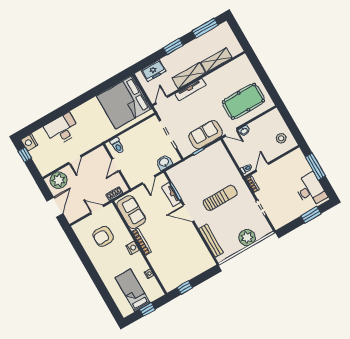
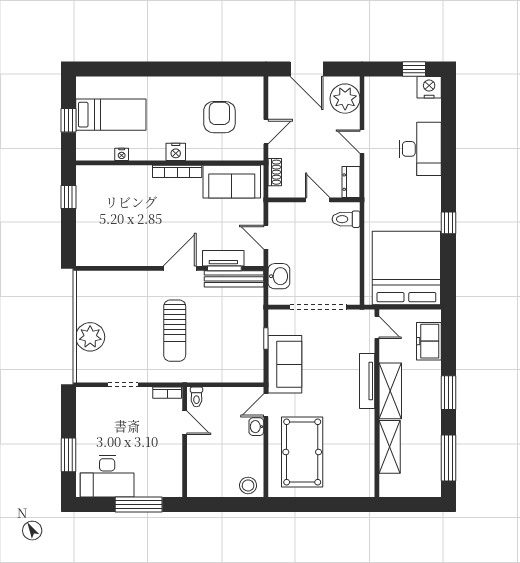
window: (90, 94) -> (449, 223), added
stool: (281, 138) -> (248, 485), moved
dresser: (98, 154) -> (351, 182), added
bench: (211, 241) -> (234, 279), moved

